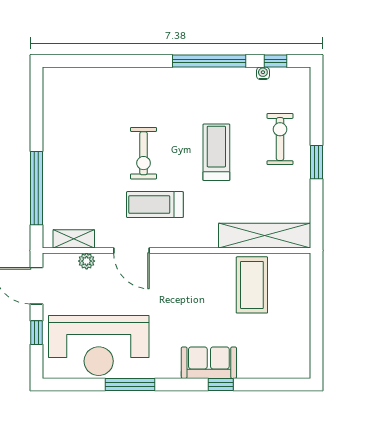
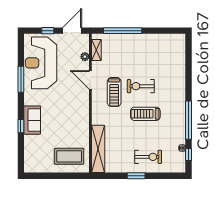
treadmill: (216, 152) -> (145, 114), moved, turned 180
treadmill: (155, 205) -> (114, 92), turned 180
door: (131, 250) -> (90, 80), hinge flipped
coffee table: (252, 285) -> (69, 156), moved

